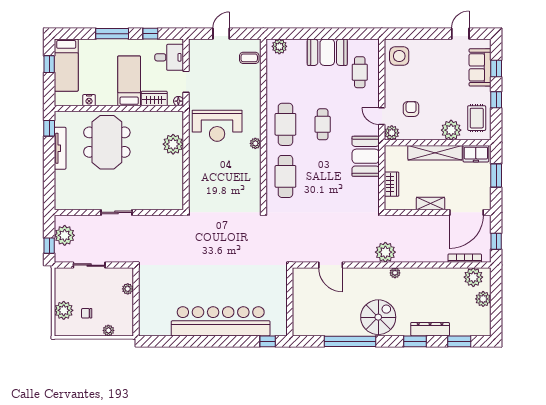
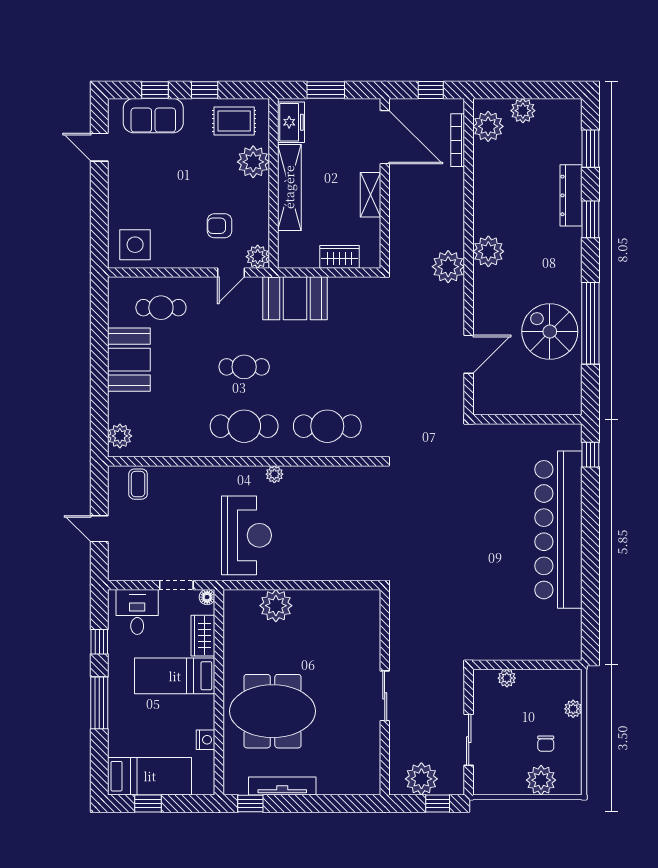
plant: (395, 273) -> (488, 251), width x1.88, depth x1.88
spiral stairs: (378, 317) -> (550, 331), moved

